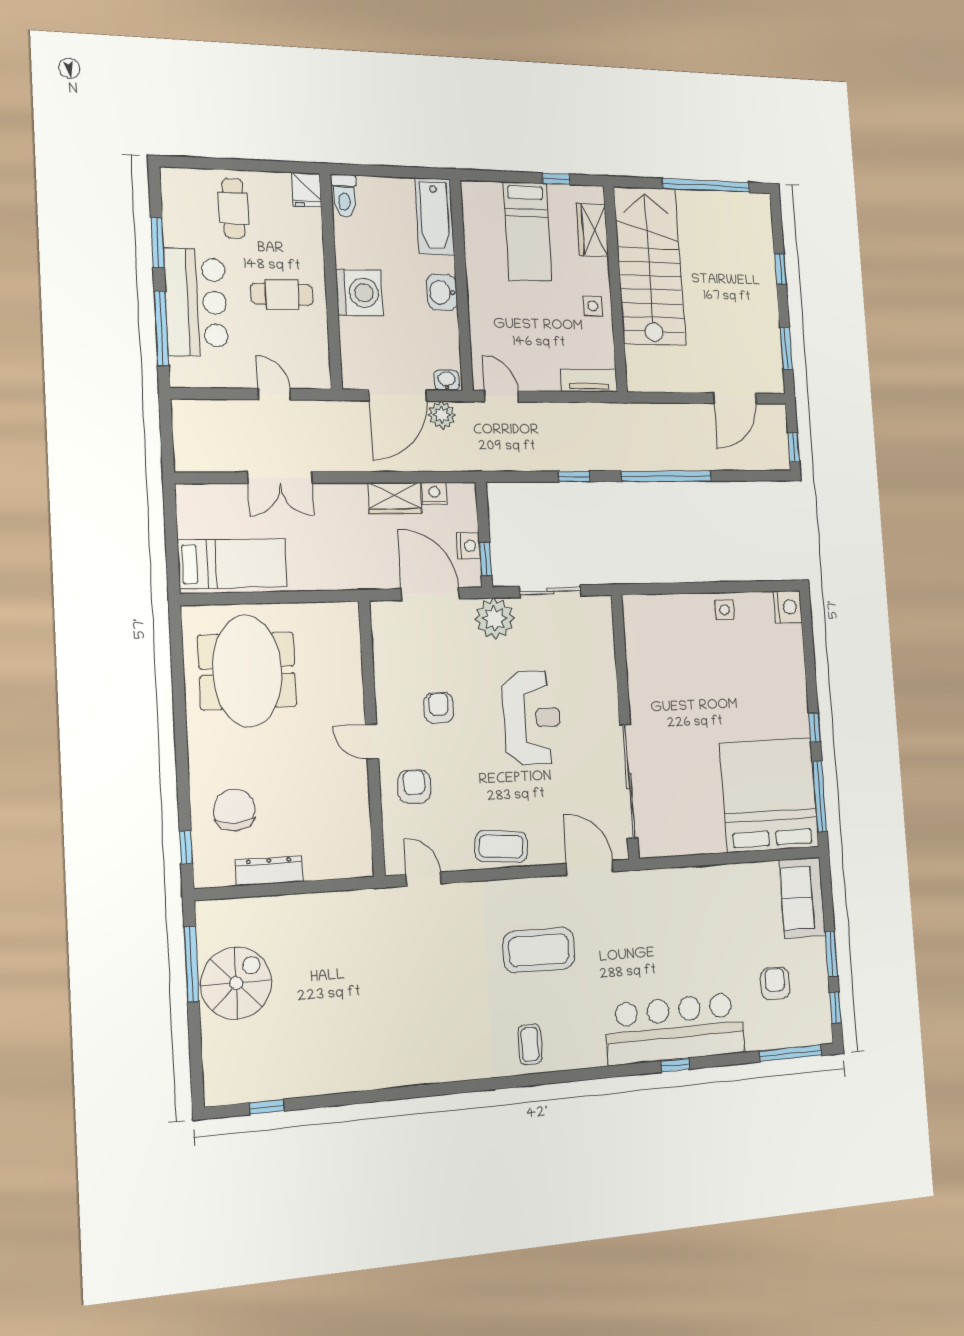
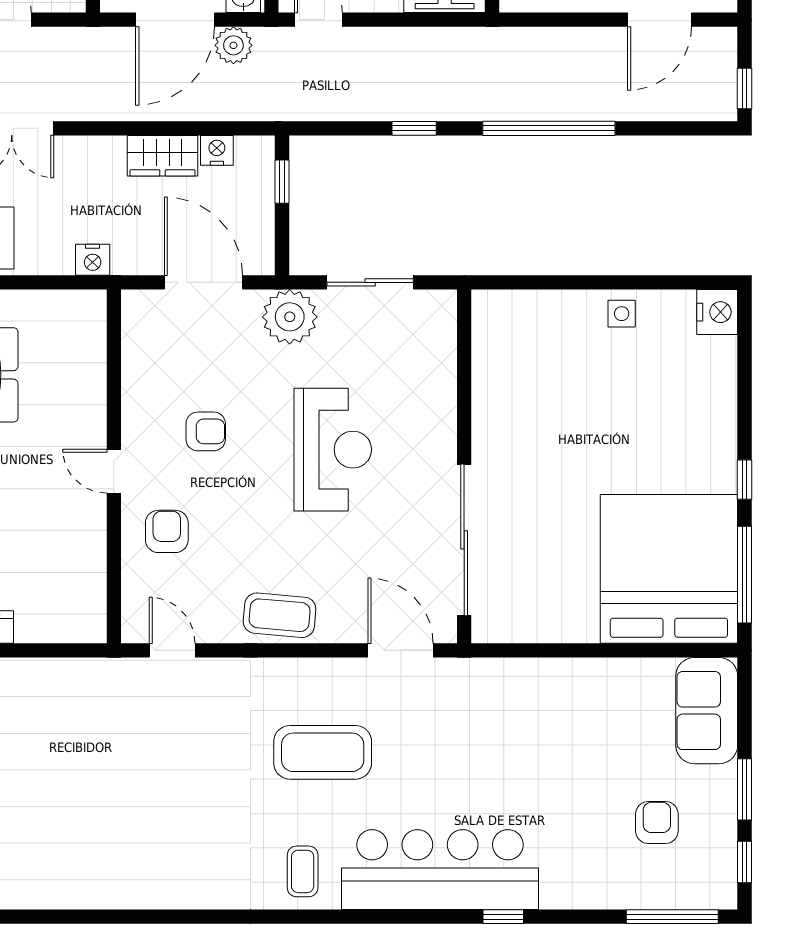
nightstand: (468, 546) -> (93, 260), moved, turned 90
window: (485, 559) -> (282, 182), moved
armchair: (439, 708) -> (206, 431), turned 90
bar counter: (675, 1029) -> (440, 870), moved

